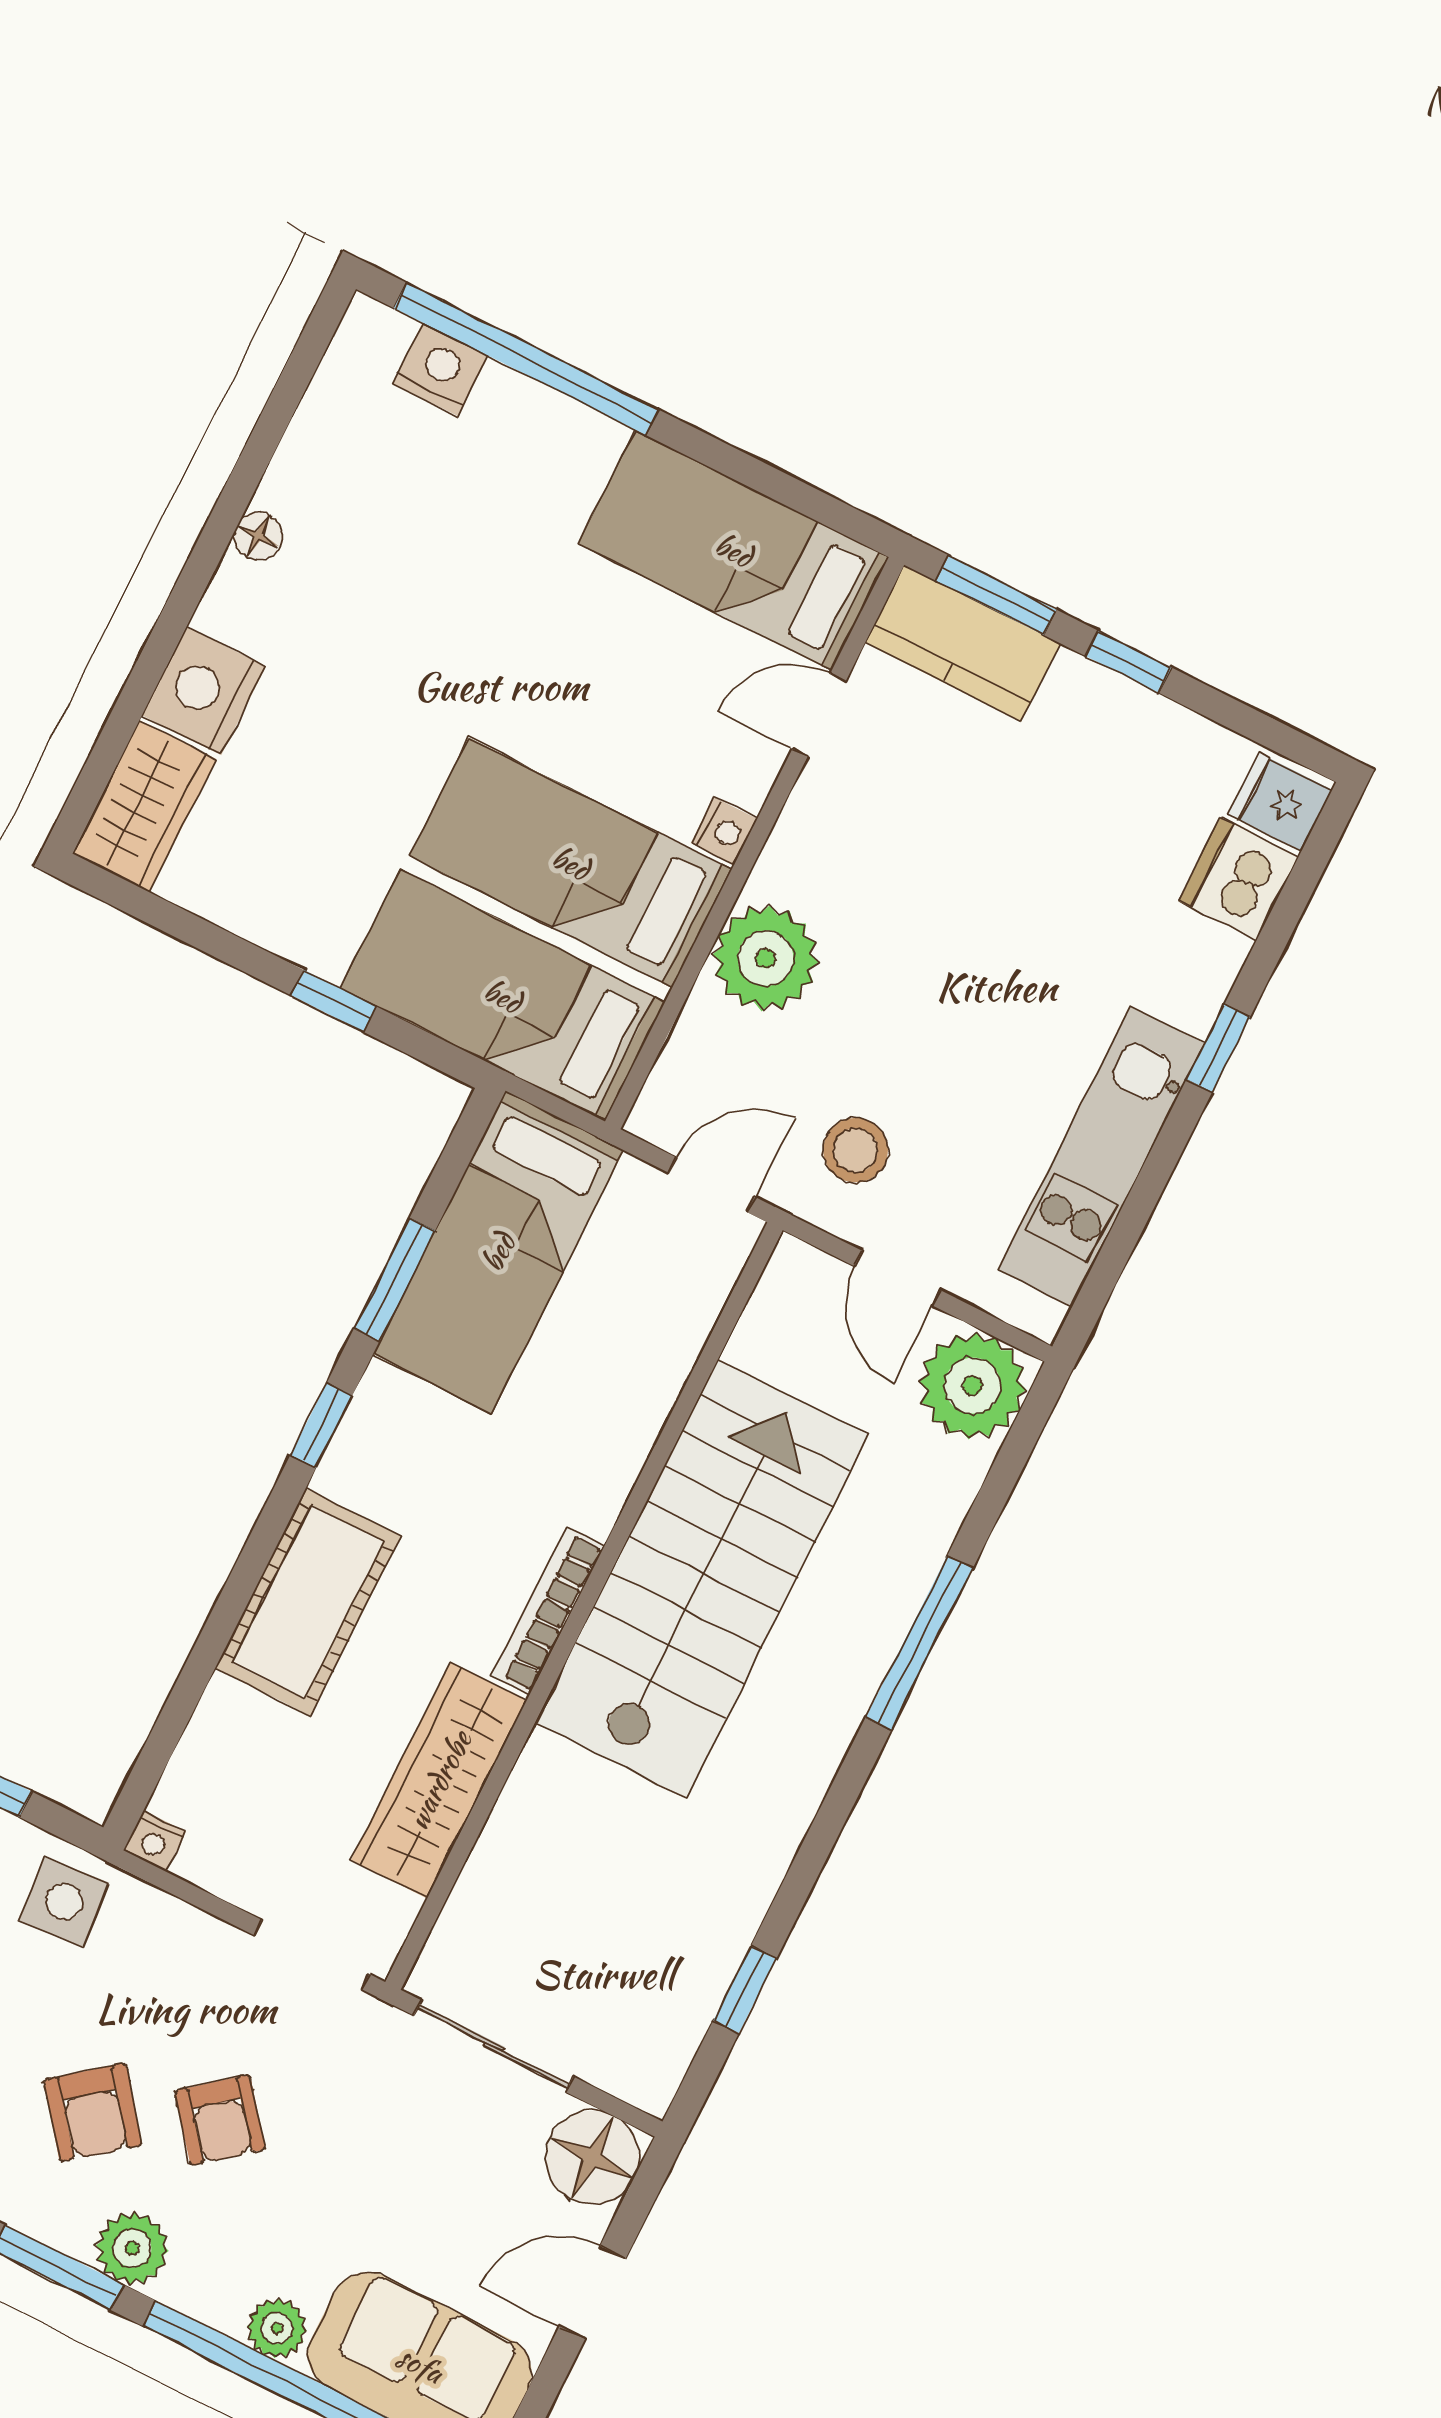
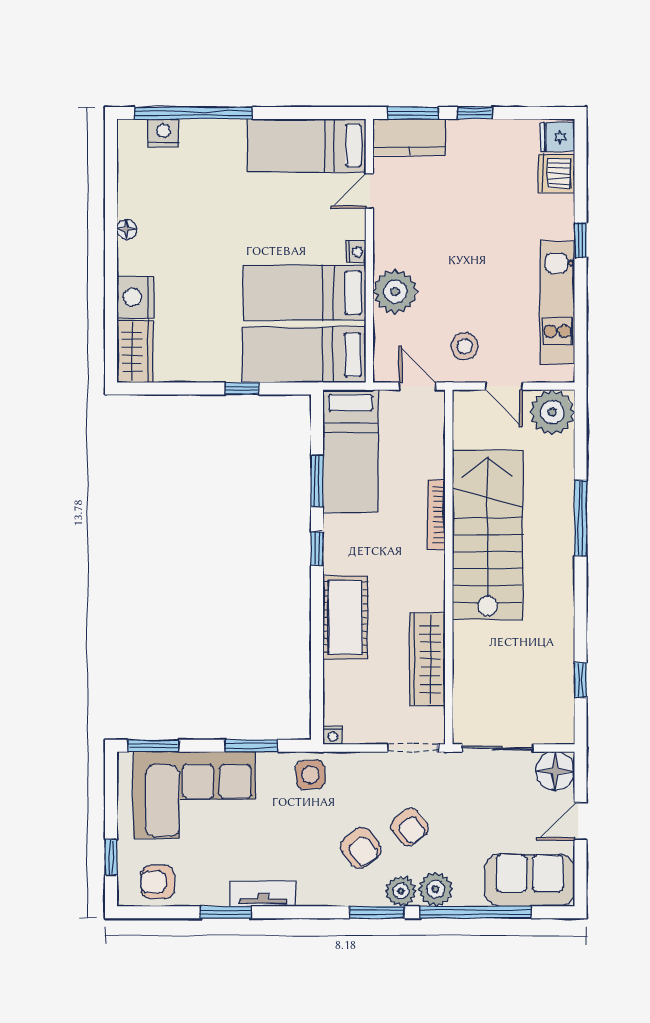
door: (712, 1185) -> (417, 386), hinge flipped
bookcase: (548, 1611) -> (436, 514), moved
plant: (277, 2328) -> (435, 889), moved, width x1.38, depth x1.38

